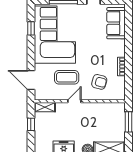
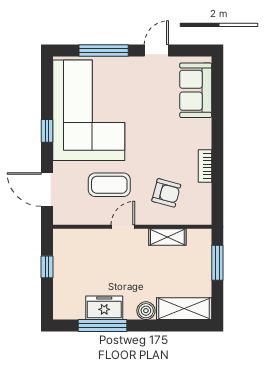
window: (31, 28) -> (47, 131), moved
shelving: (45, 107) -> (167, 237), moved

